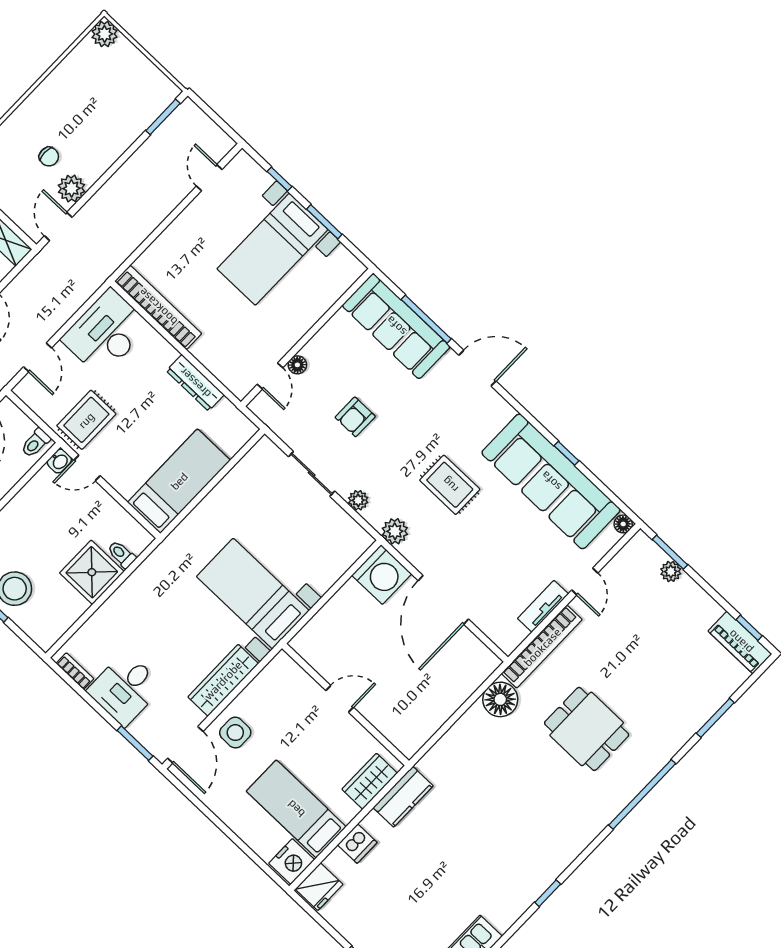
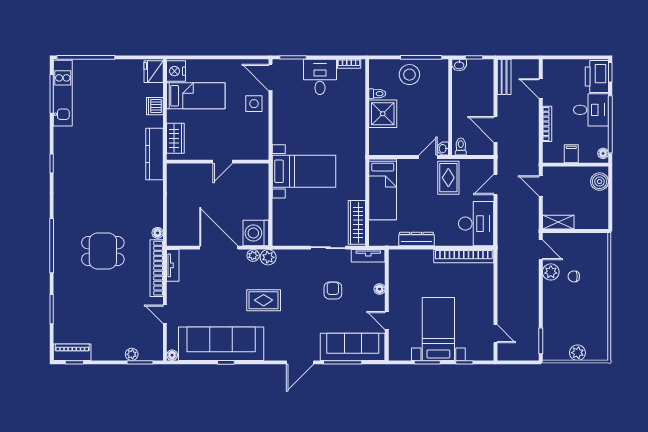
plant: (105, 34) -> (577, 353), moved
door: (38, 357) -> (495, 185), hinge flipped
door: (270, 376) -> (387, 321), moved
tv unit: (273, 418) -> (368, 256), added
plant: (358, 500) -> (253, 255), moved
toilet: (122, 554) -> (377, 94), moved
tv unit: (543, 606) -> (173, 265), moved
wardrobe: (223, 680) -> (357, 222), moved, turned 180
floor lamp: (500, 699) -> (158, 233), width x0.53, depth x0.53
kitchen counter: (403, 797) -> (154, 154), width x1.50

